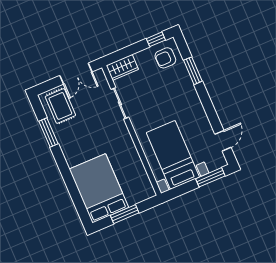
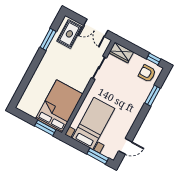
bed: (99, 188) -> (59, 106), moved
window: (125, 214) -> (45, 128), moved

